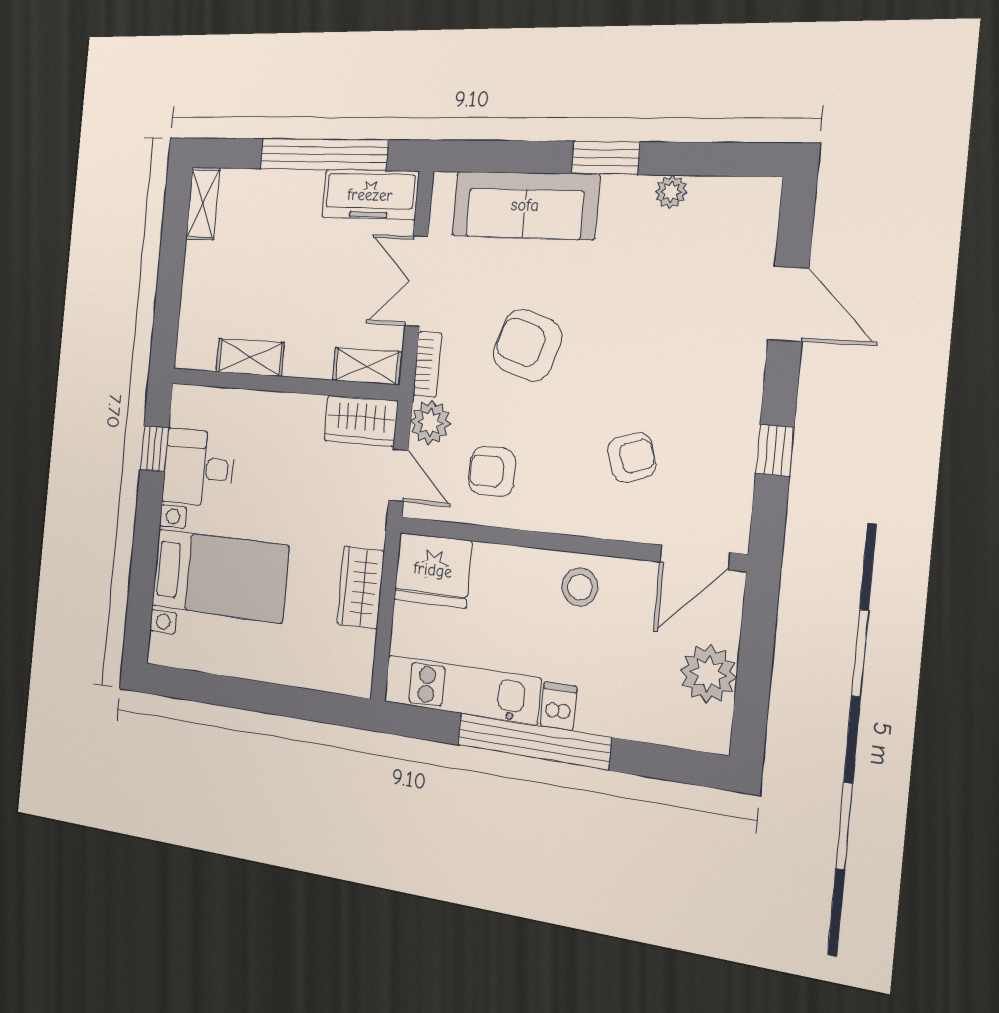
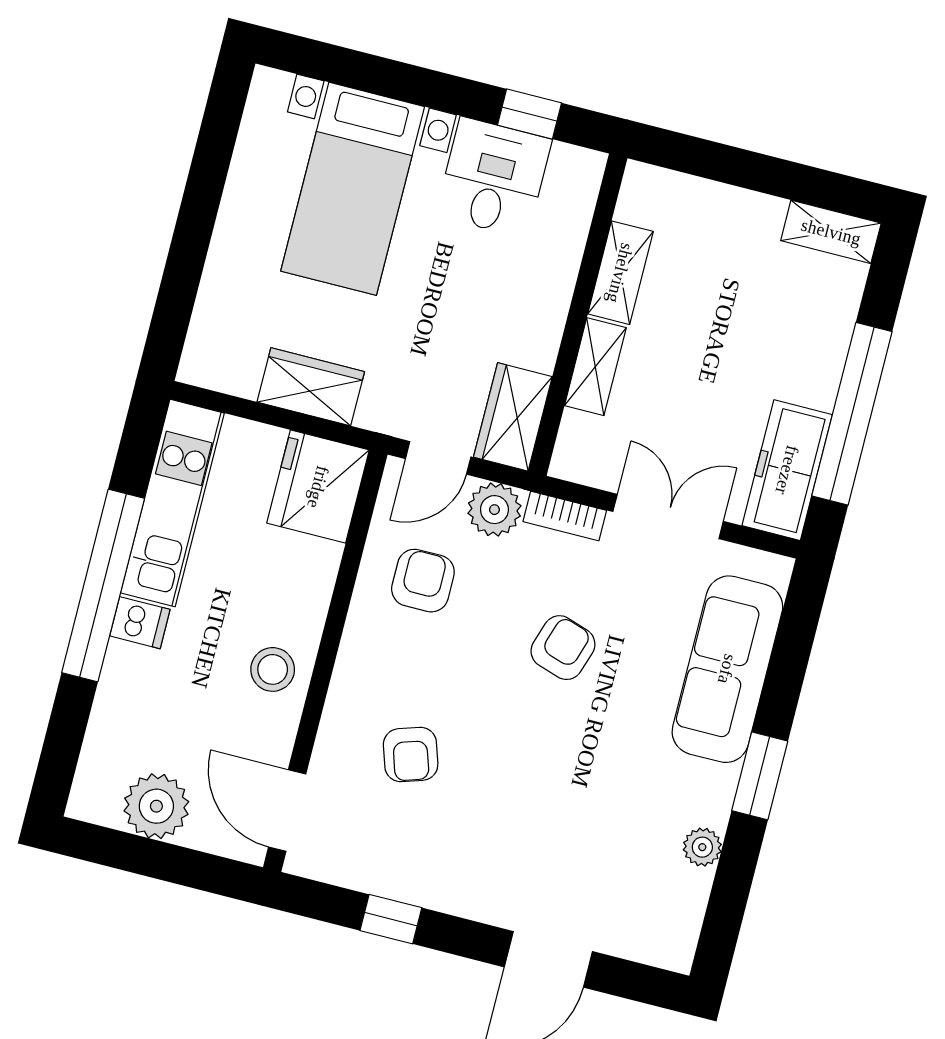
armchair: (528, 345) -> (563, 648), width x0.72, depth x0.72
shelving: (367, 366) -> (595, 367), moved

